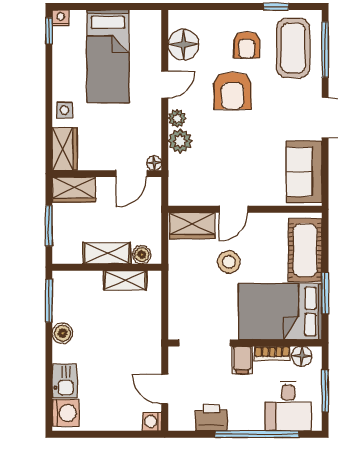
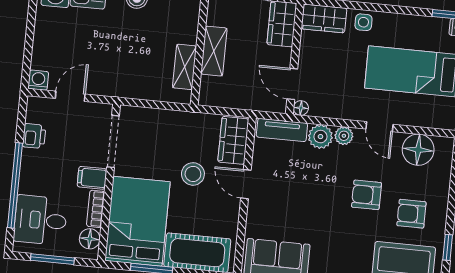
armchair: (232, 91) -> (366, 195), width x0.72, depth x0.72
tv unit: (177, 179) -> (282, 130), added
boiler: (142, 255) -> (209, 86), removed
printer: (211, 418) -> (34, 136), width x0.73, depth x0.81

